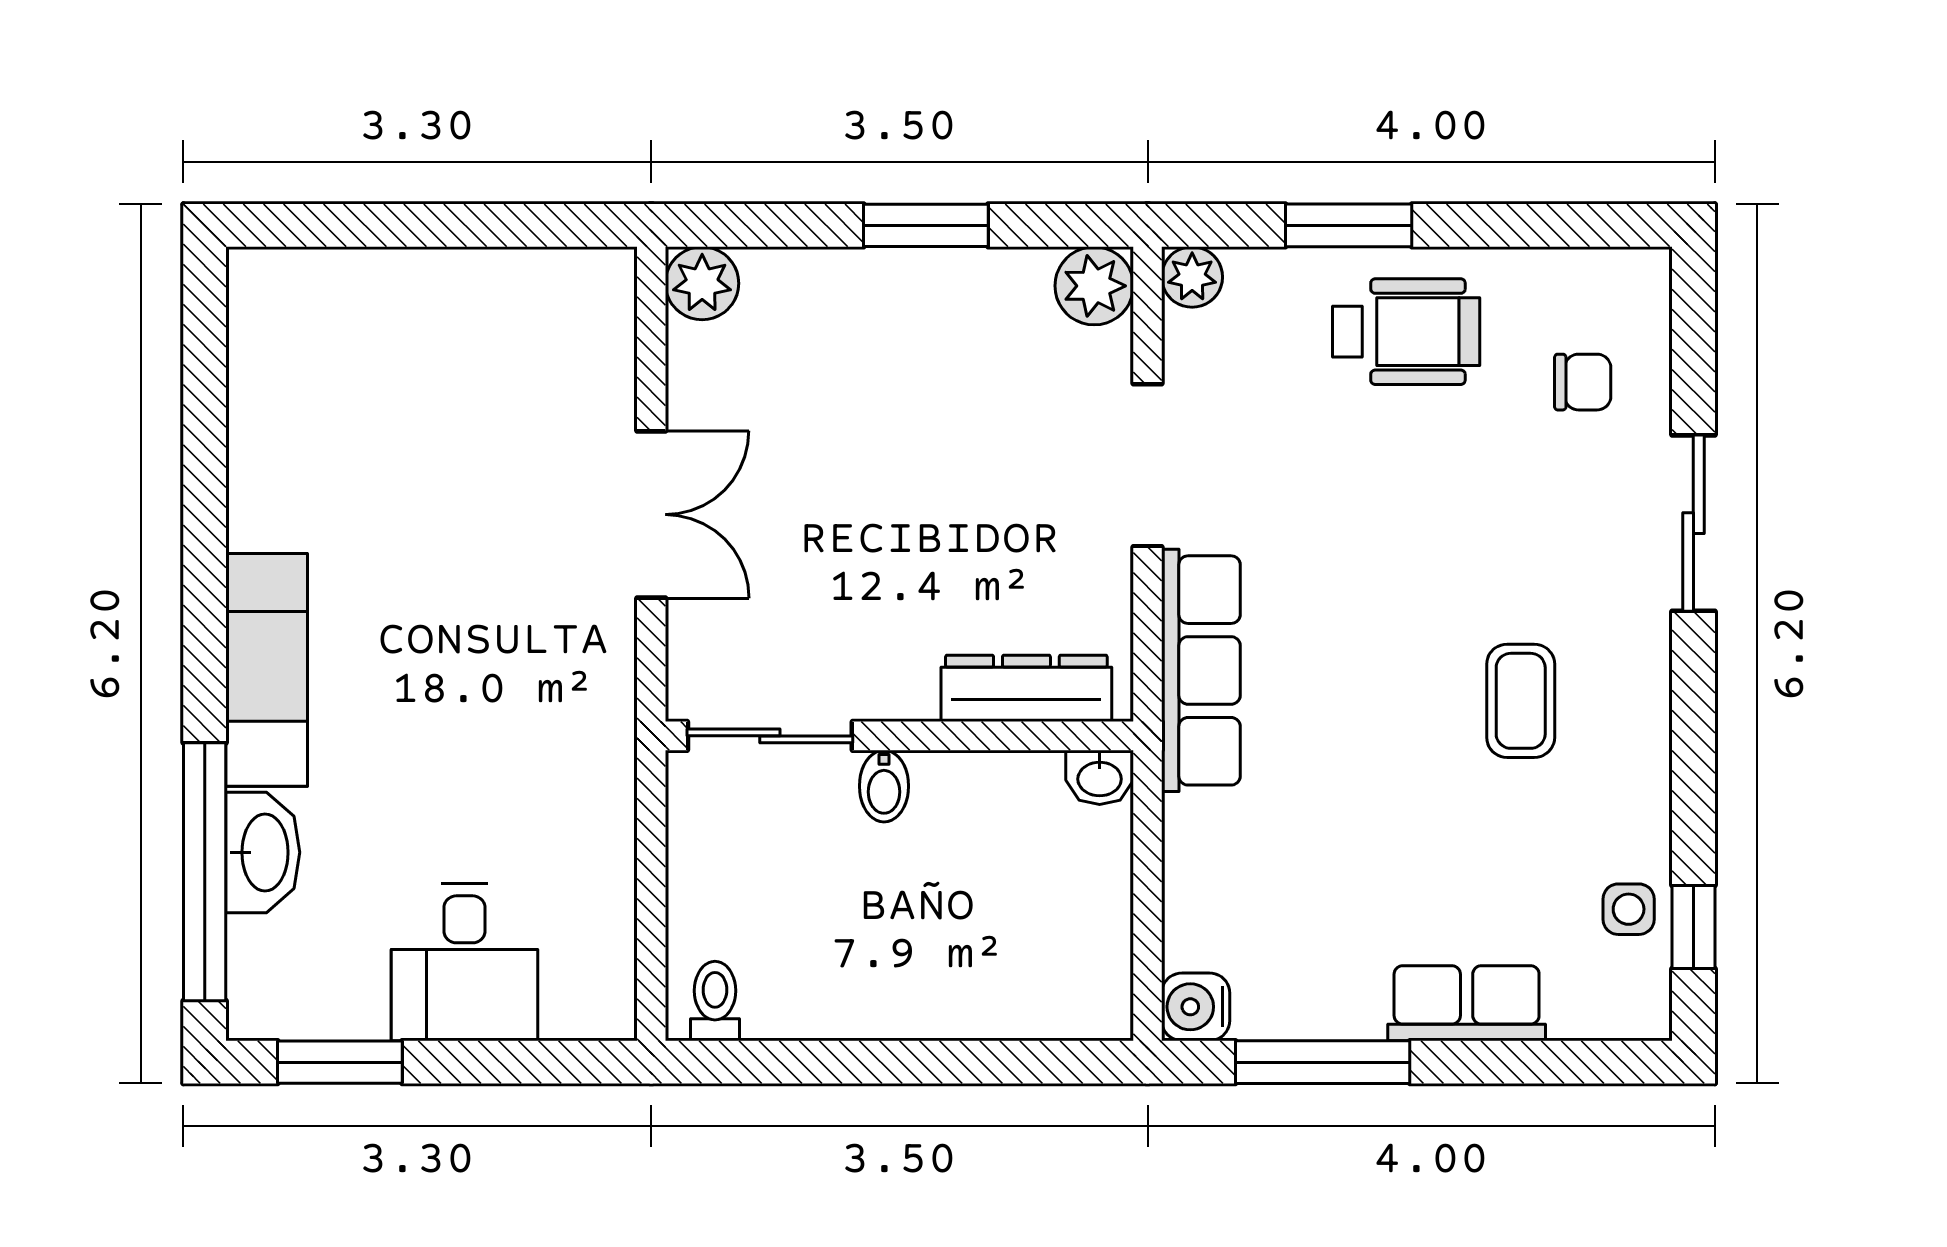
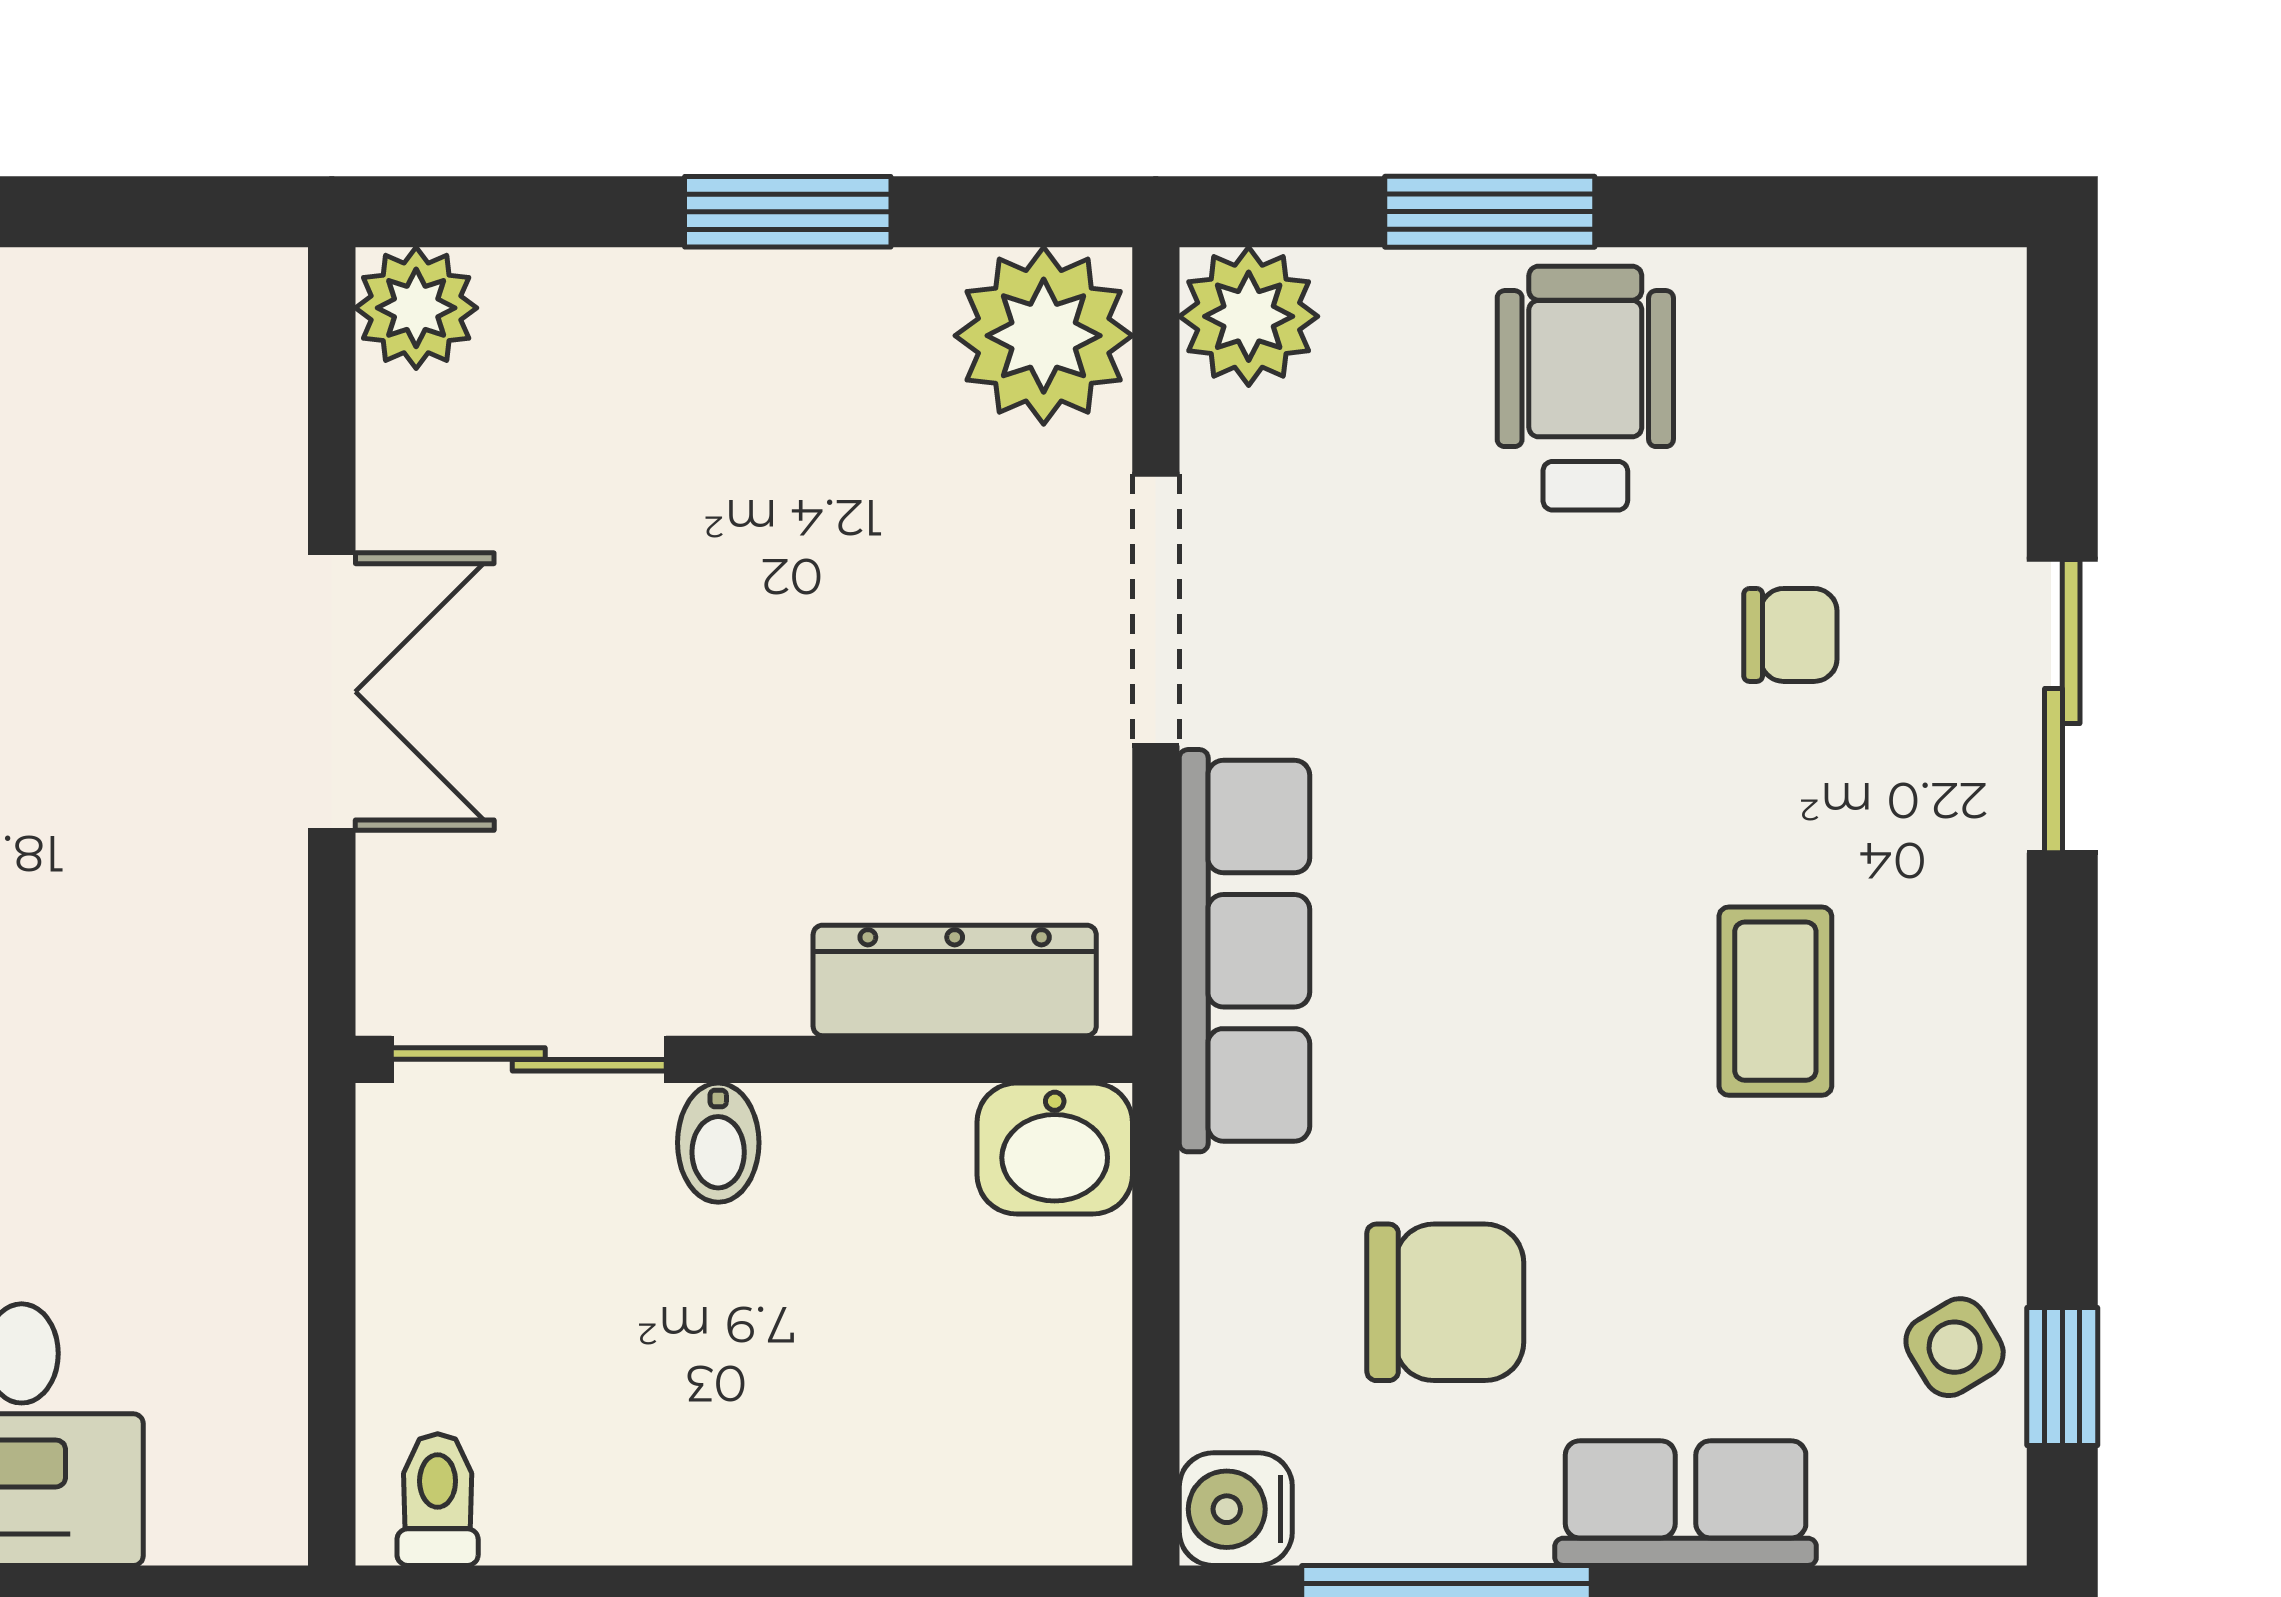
plant: (1192, 277) -> (1249, 316), width x1.38, depth x1.38
plant: (1094, 286) -> (1044, 336), width x1.36, depth x1.36
wheelchair: (1406, 332) -> (1585, 388), turned -90
chair: (1583, 382) -> (1790, 635), moved
washbasin: (1100, 777) -> (1055, 1149), width x1.38, depth x1.45
chair: (1322, 882) -> (1445, 1302), added
side table: (1629, 909) -> (1955, 1347), turned -31

